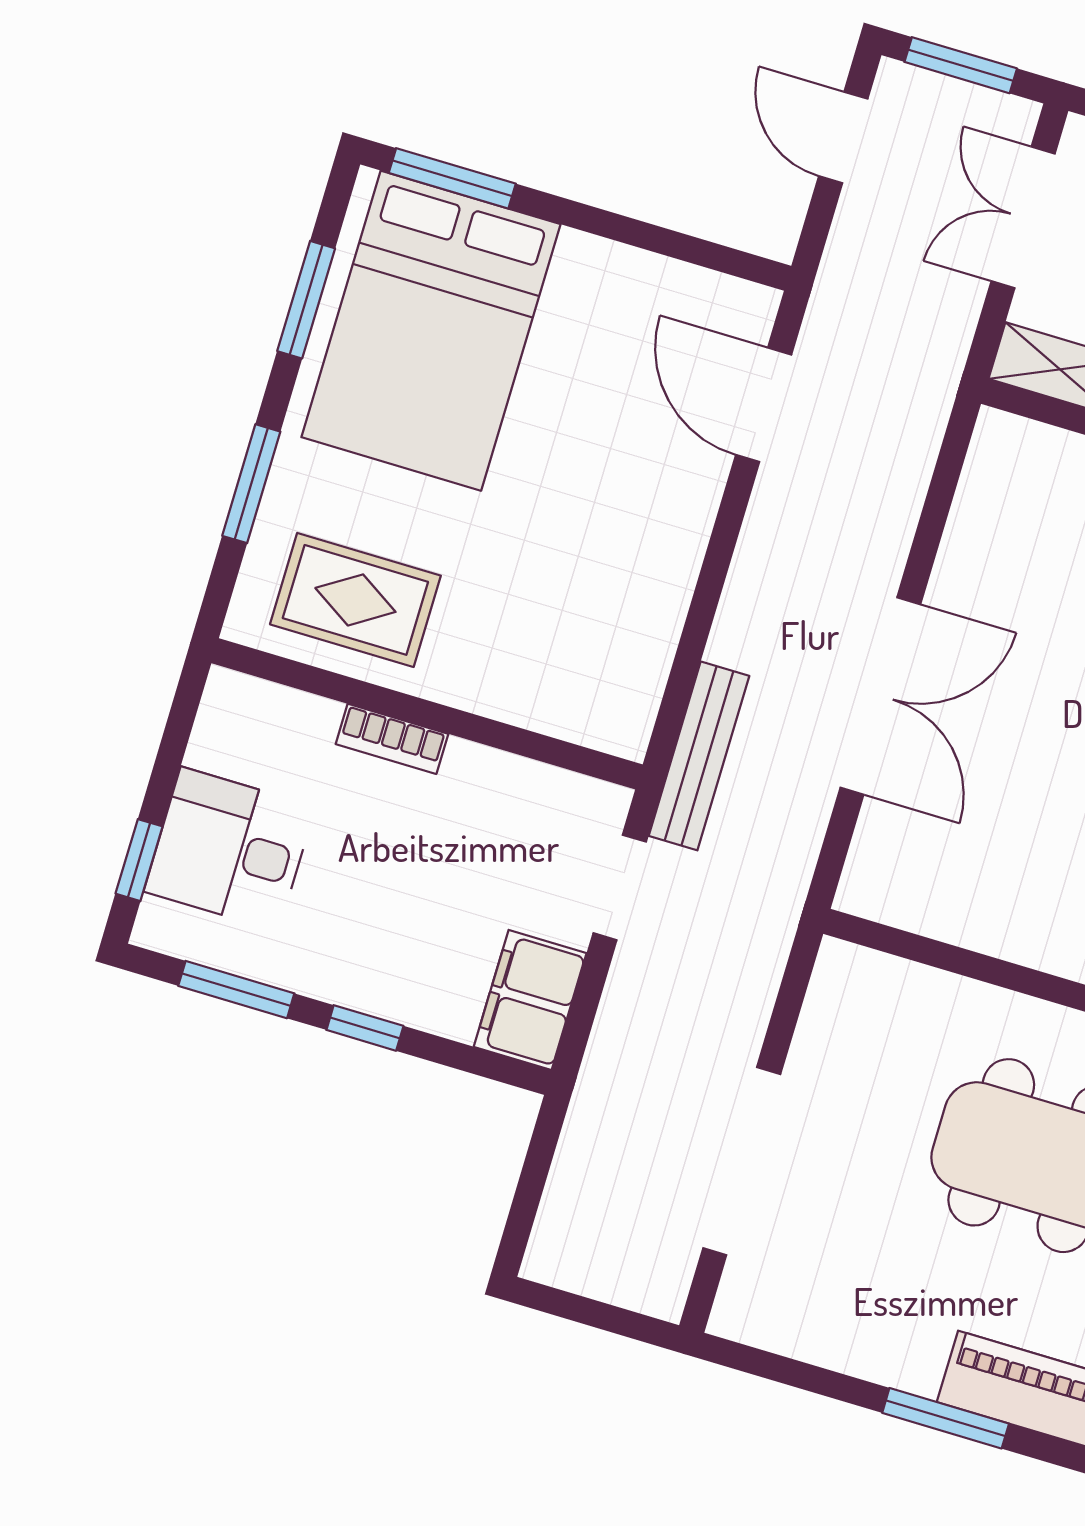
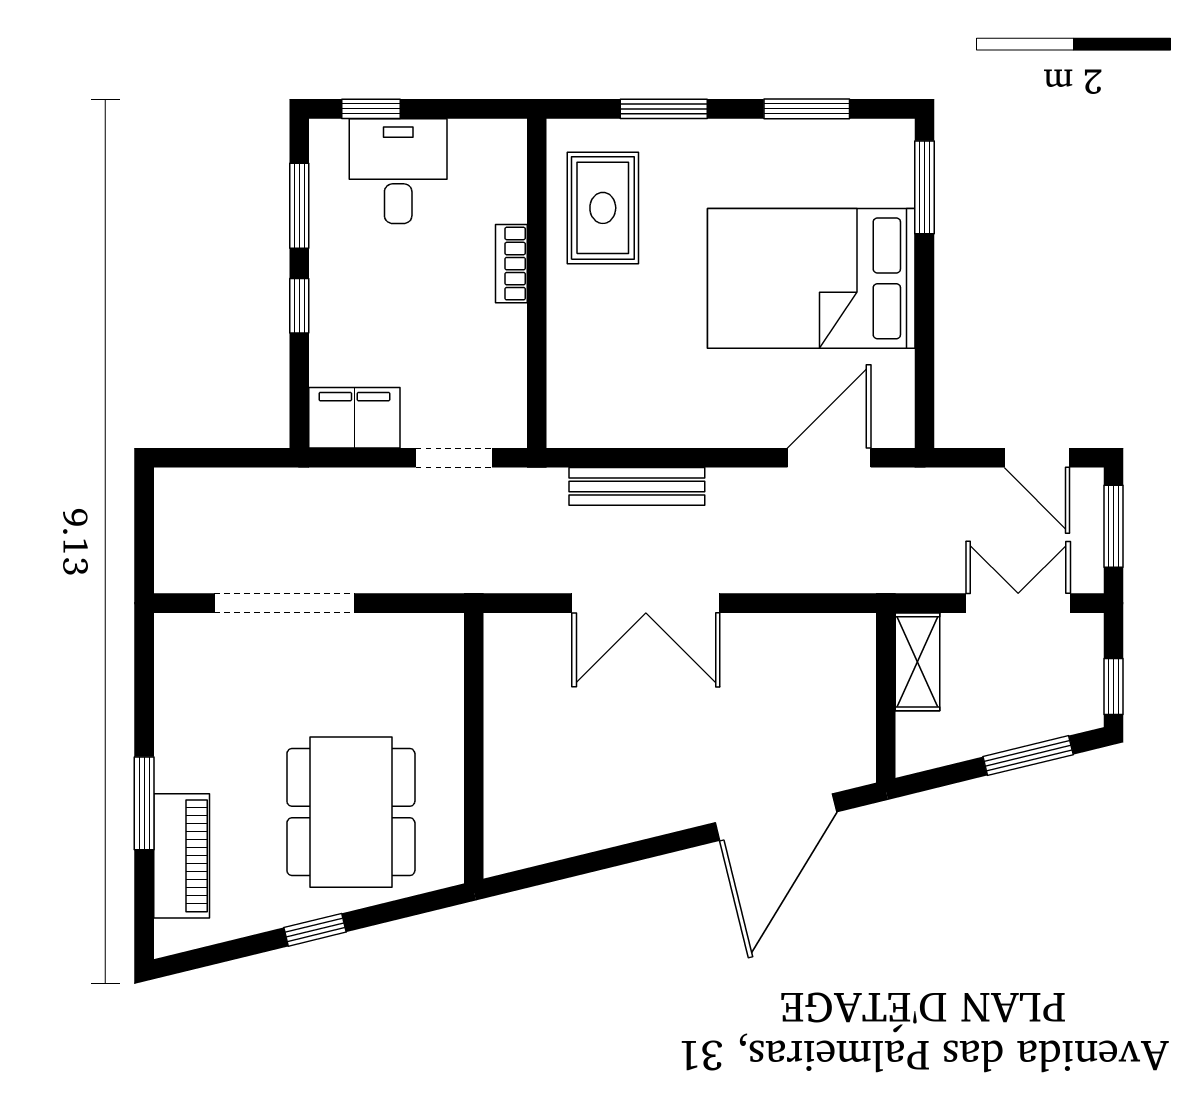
door: (843, 137) -> (1037, 458), swing flipped
bed: (431, 331) -> (811, 278), moved
bench: (699, 756) -> (637, 486), moved

